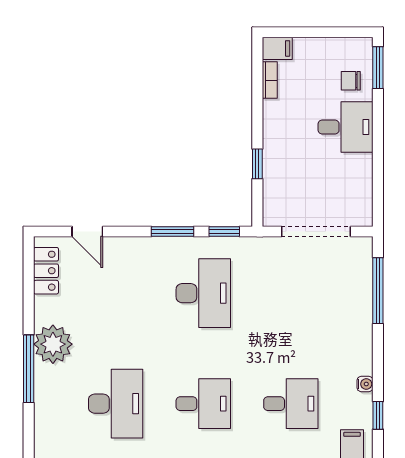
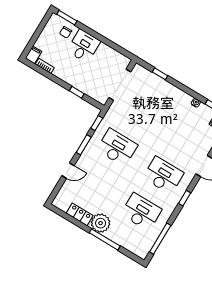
door: (87, 232) -> (68, 171), moved
locker: (46, 271) -> (80, 214), moved
window: (378, 291) -> (160, 74), width x0.46
desk: (203, 404) -> (163, 175), width x1.37
desk: (291, 404) -> (185, 139), removed

